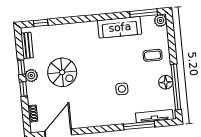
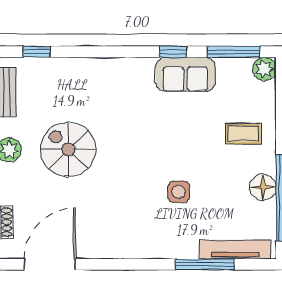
window: (112, 16) -> (173, 52), added
sofa: (120, 27) -> (186, 74), width x0.73
spiral stairs: (62, 72) -> (68, 149), turned 180

